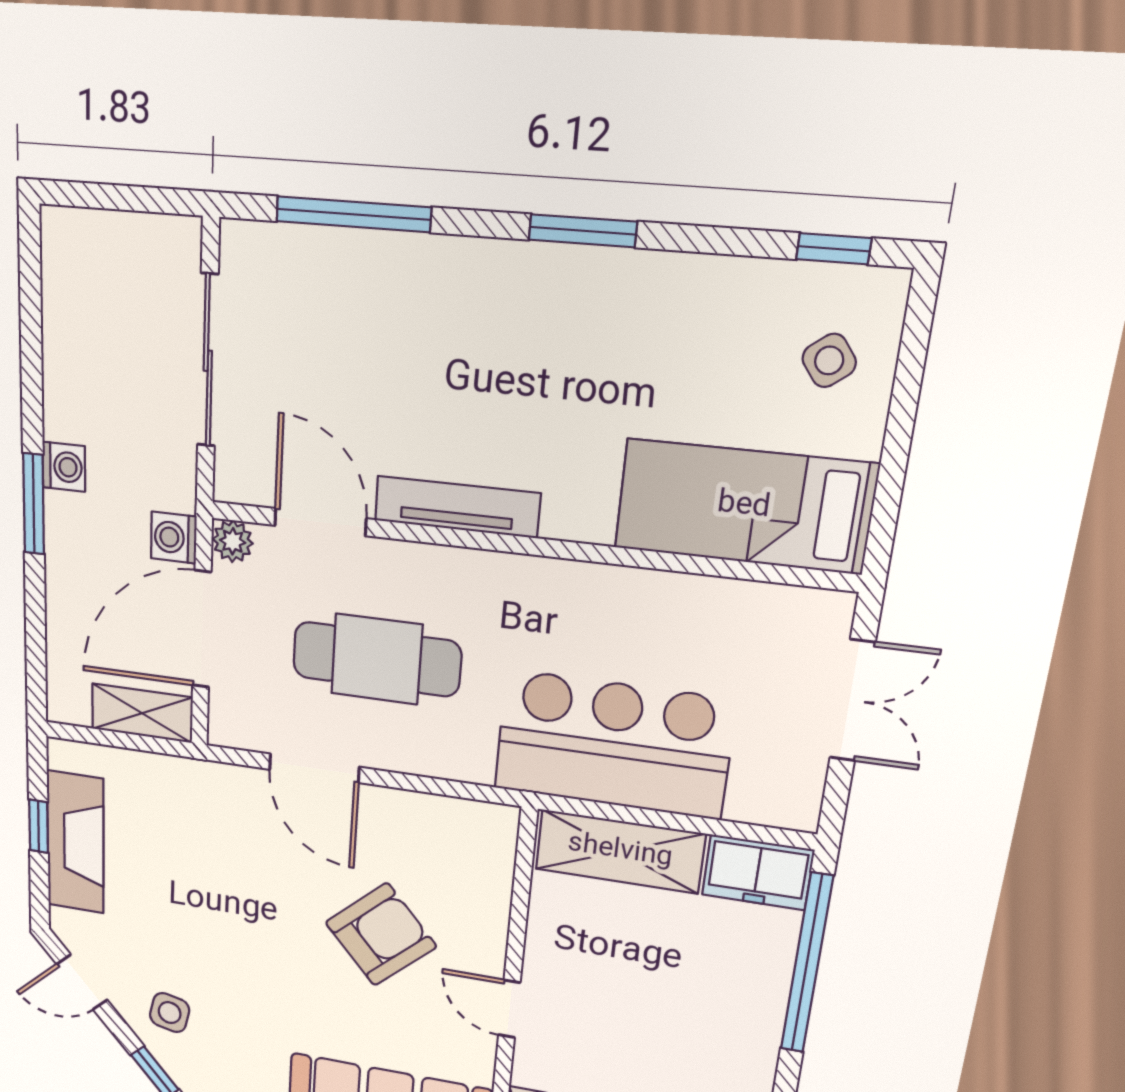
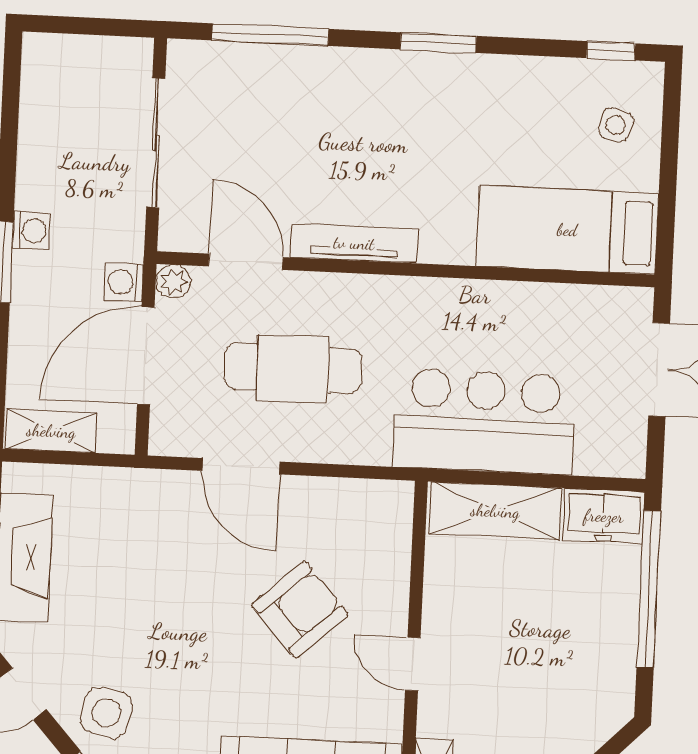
side table: (829, 360) -> (616, 125), turned -37
shelving: (142, 713) -> (51, 431), moved
side table: (170, 1013) -> (107, 713), width x1.37, depth x1.37

